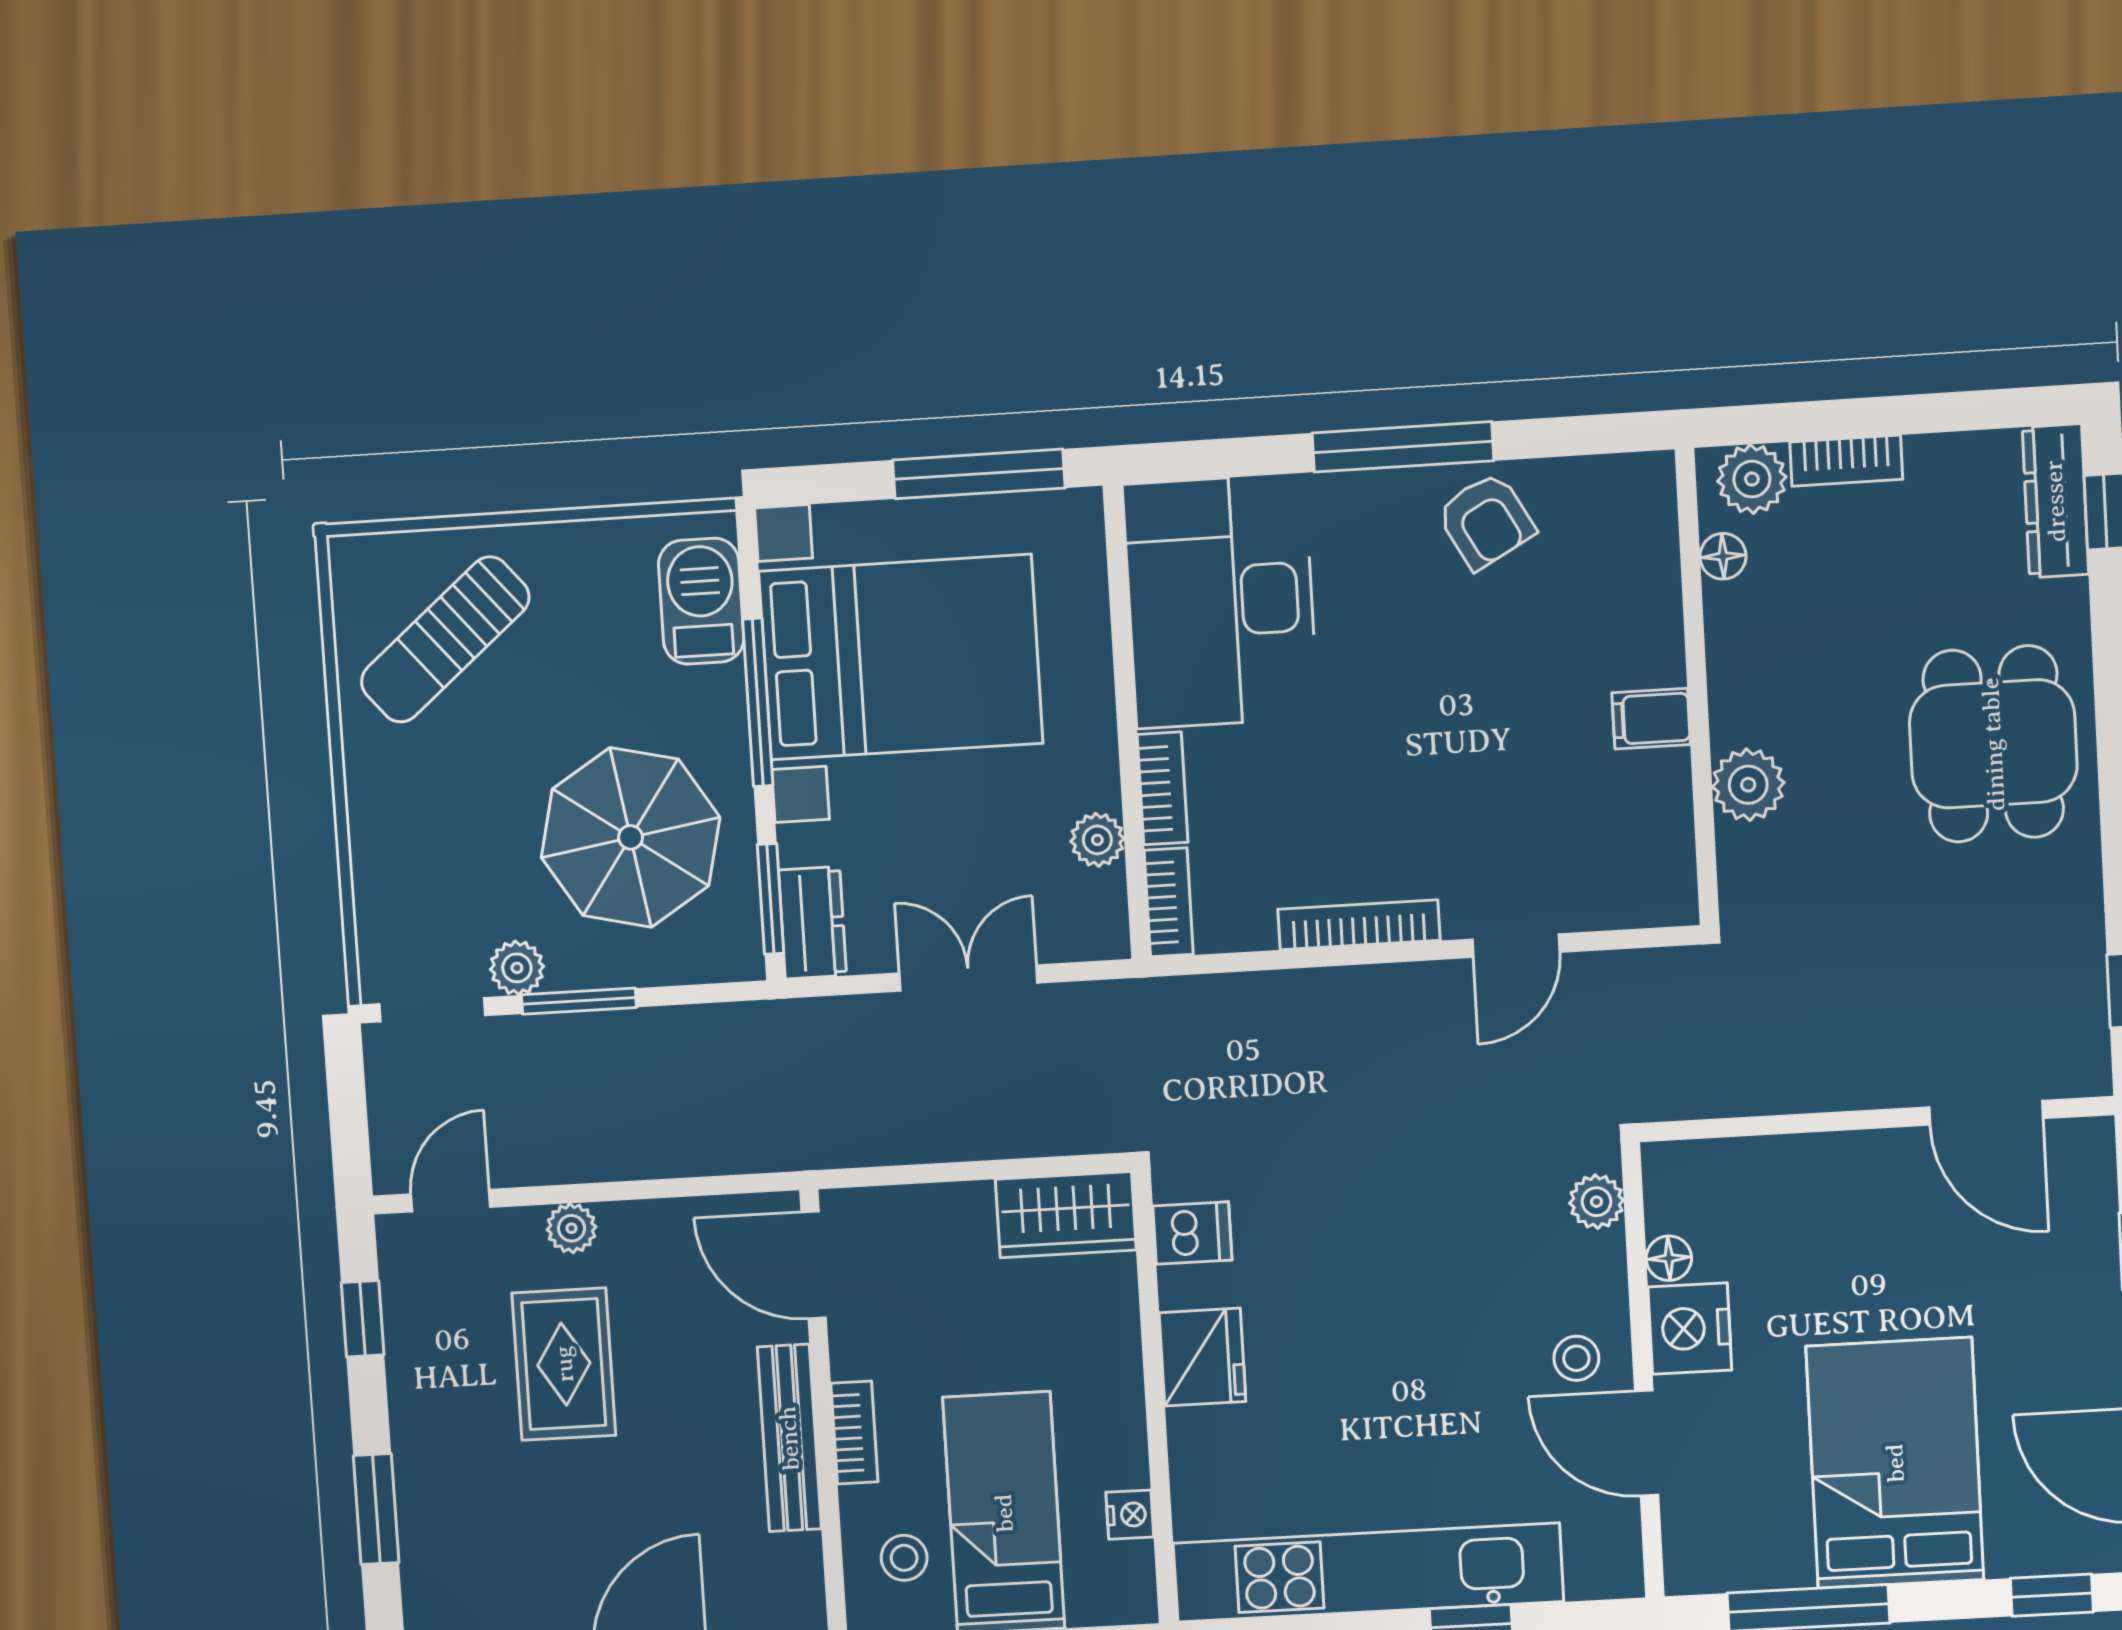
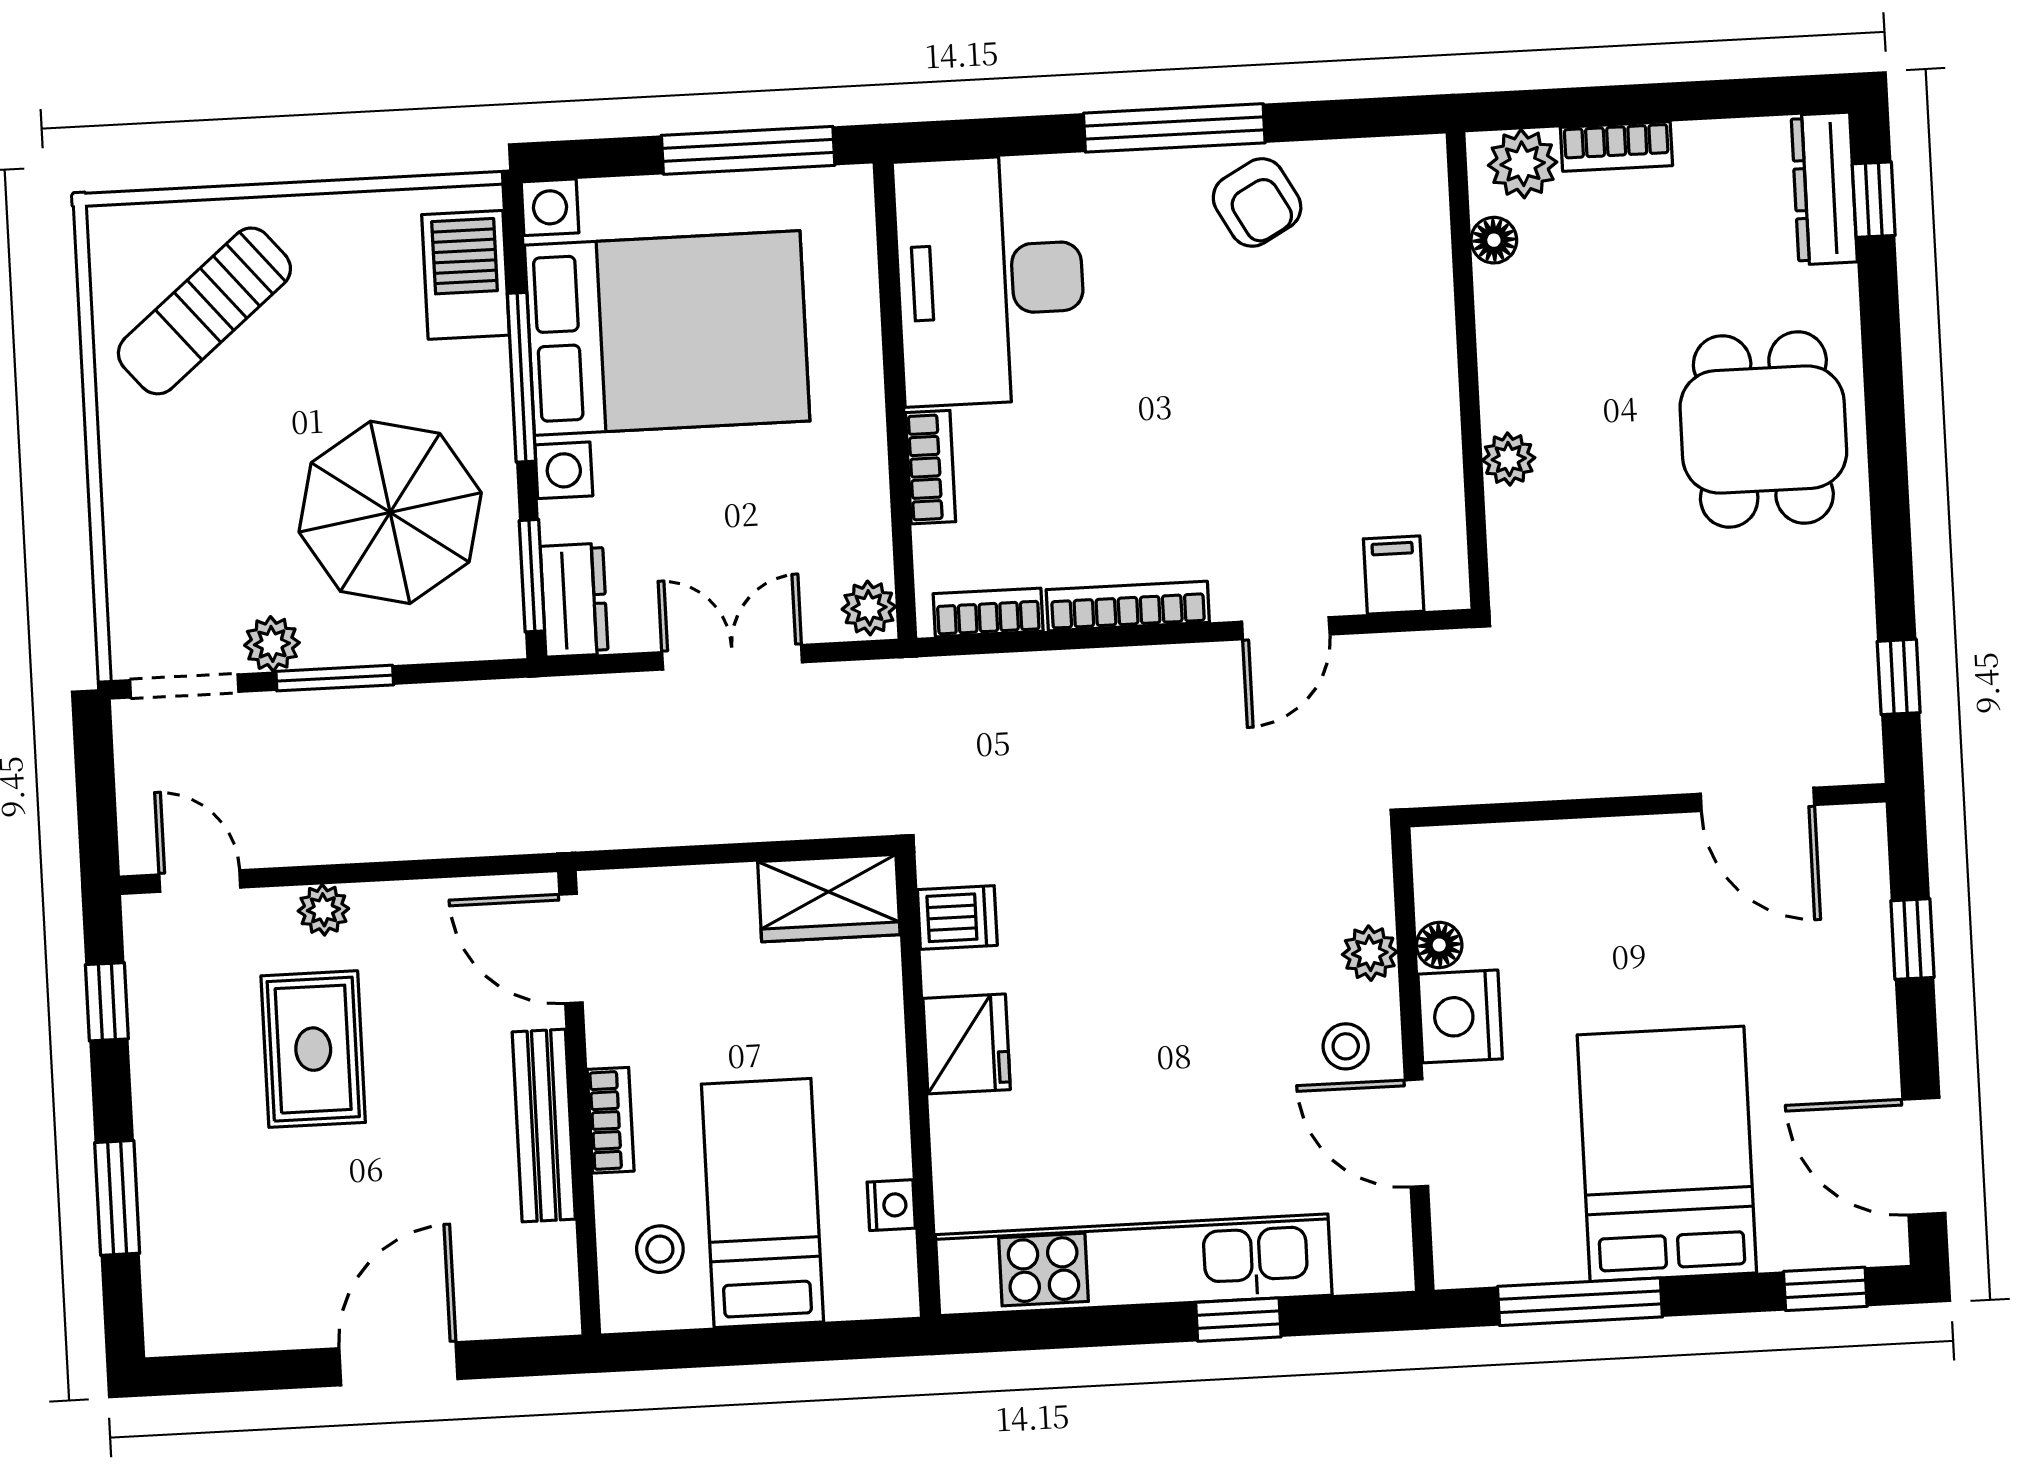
filing cabinet: (1651, 719) -> (1394, 575), moved, turned 90
plant: (1748, 785) -> (1509, 459), width x0.73, depth x0.73
plant: (1097, 840) -> (869, 608), moved
bookcase: (1169, 902) -> (988, 612), moved, turned -90
door: (451, 1201) -> (200, 881), hinge flipped
plant: (1597, 1202) -> (1370, 953), moved

